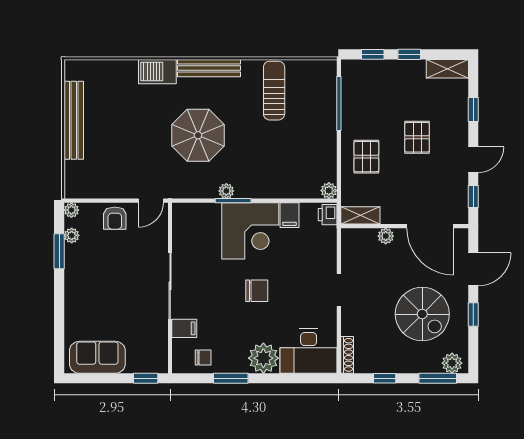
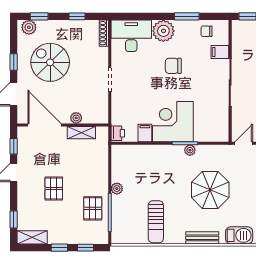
bench: (209, 68) -> (202, 238), width x0.73
window: (473, 110) -> (14, 219), moved
pallet: (366, 157) -> (93, 208), moved
plant: (329, 191) -> (117, 189), moved
shelving: (360, 215) -> (81, 133), moved
chair: (257, 291) -> (173, 66), moved
window: (438, 378) -> (39, 16), width x0.67

